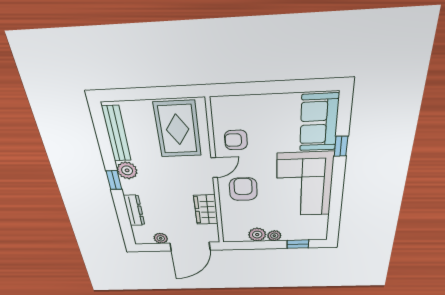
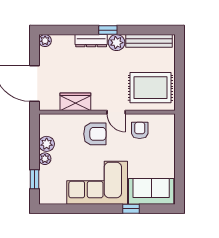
dresser: (134, 210) -> (91, 41), moved
plant: (161, 238) -> (45, 41), moved

